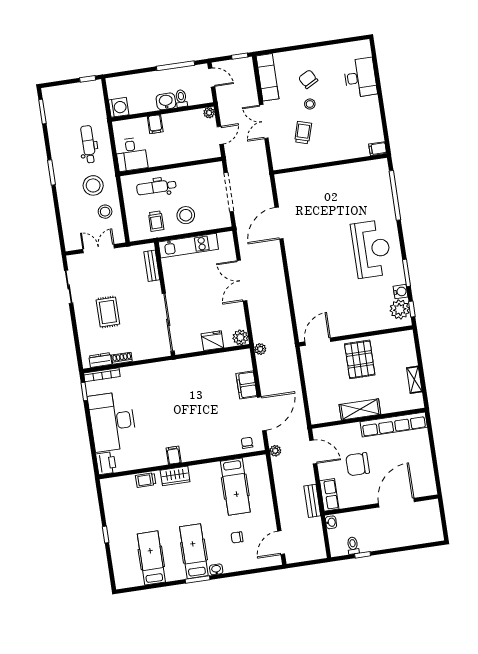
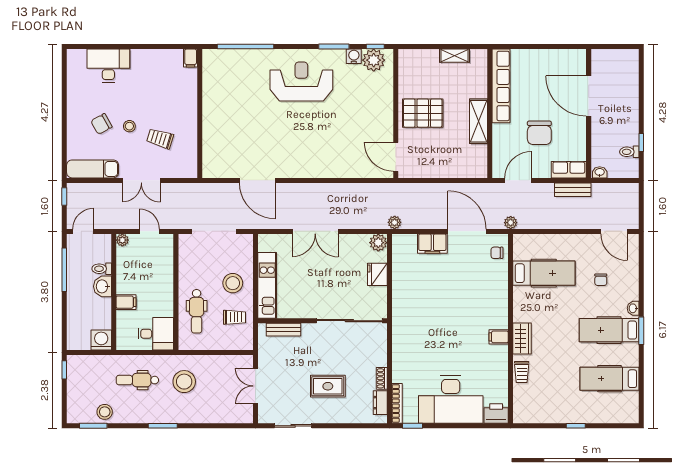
stool: (105, 212) -> (105, 412), moved

